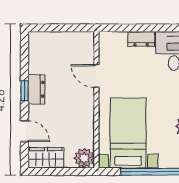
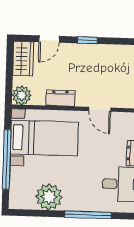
door: (96, 76) -> (100, 109), swing flipped
dresser: (36, 89) -> (60, 98), moved, turned 180

